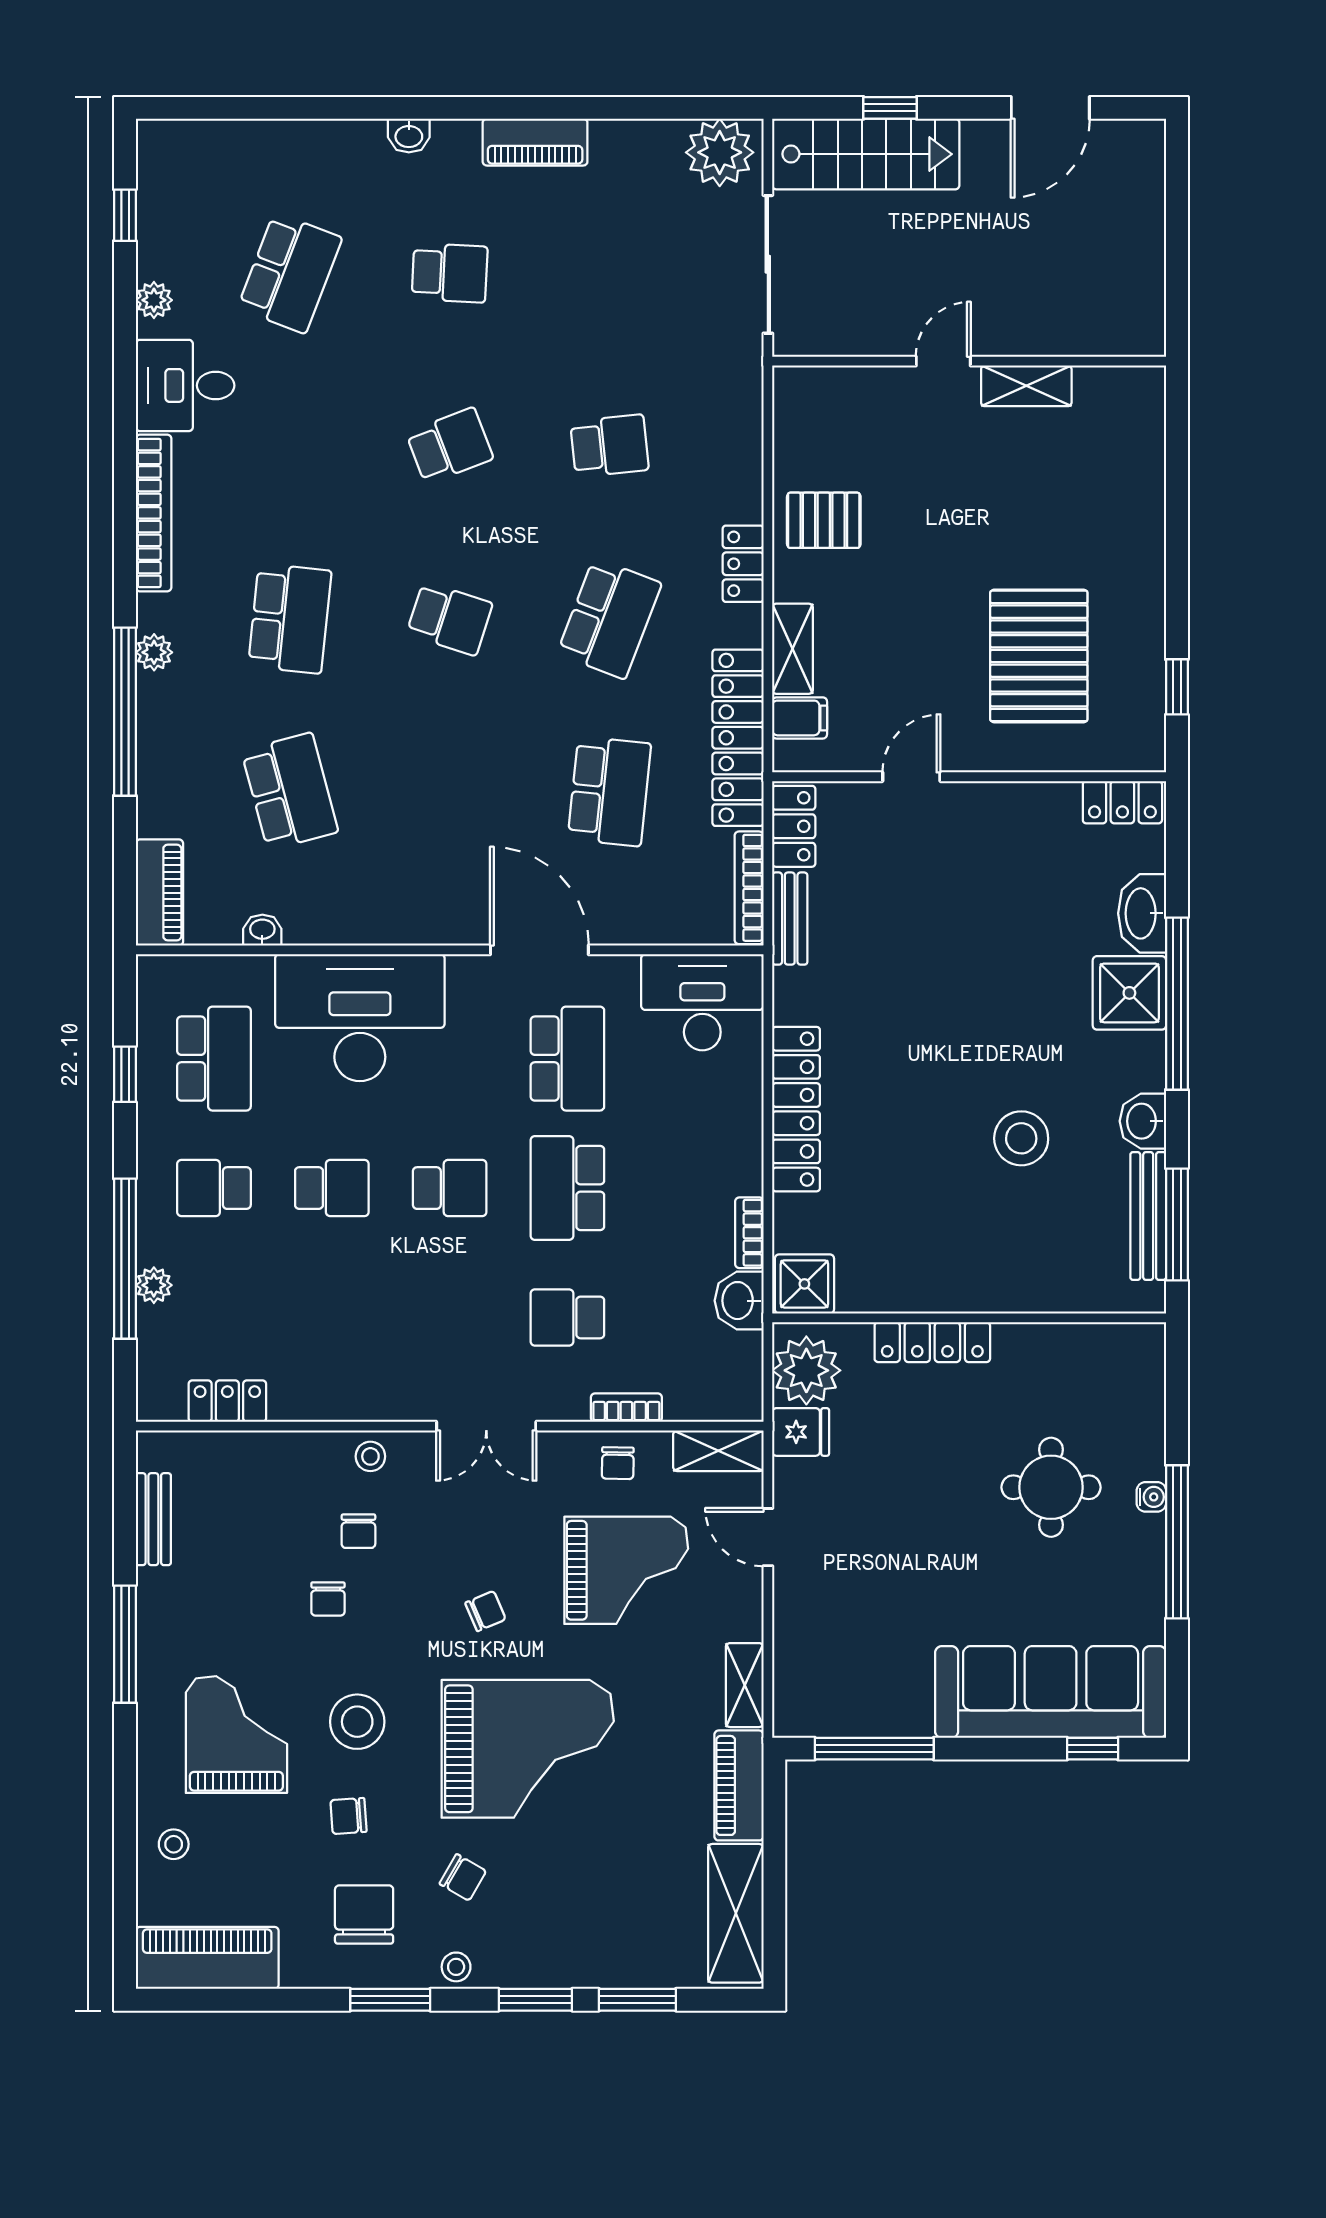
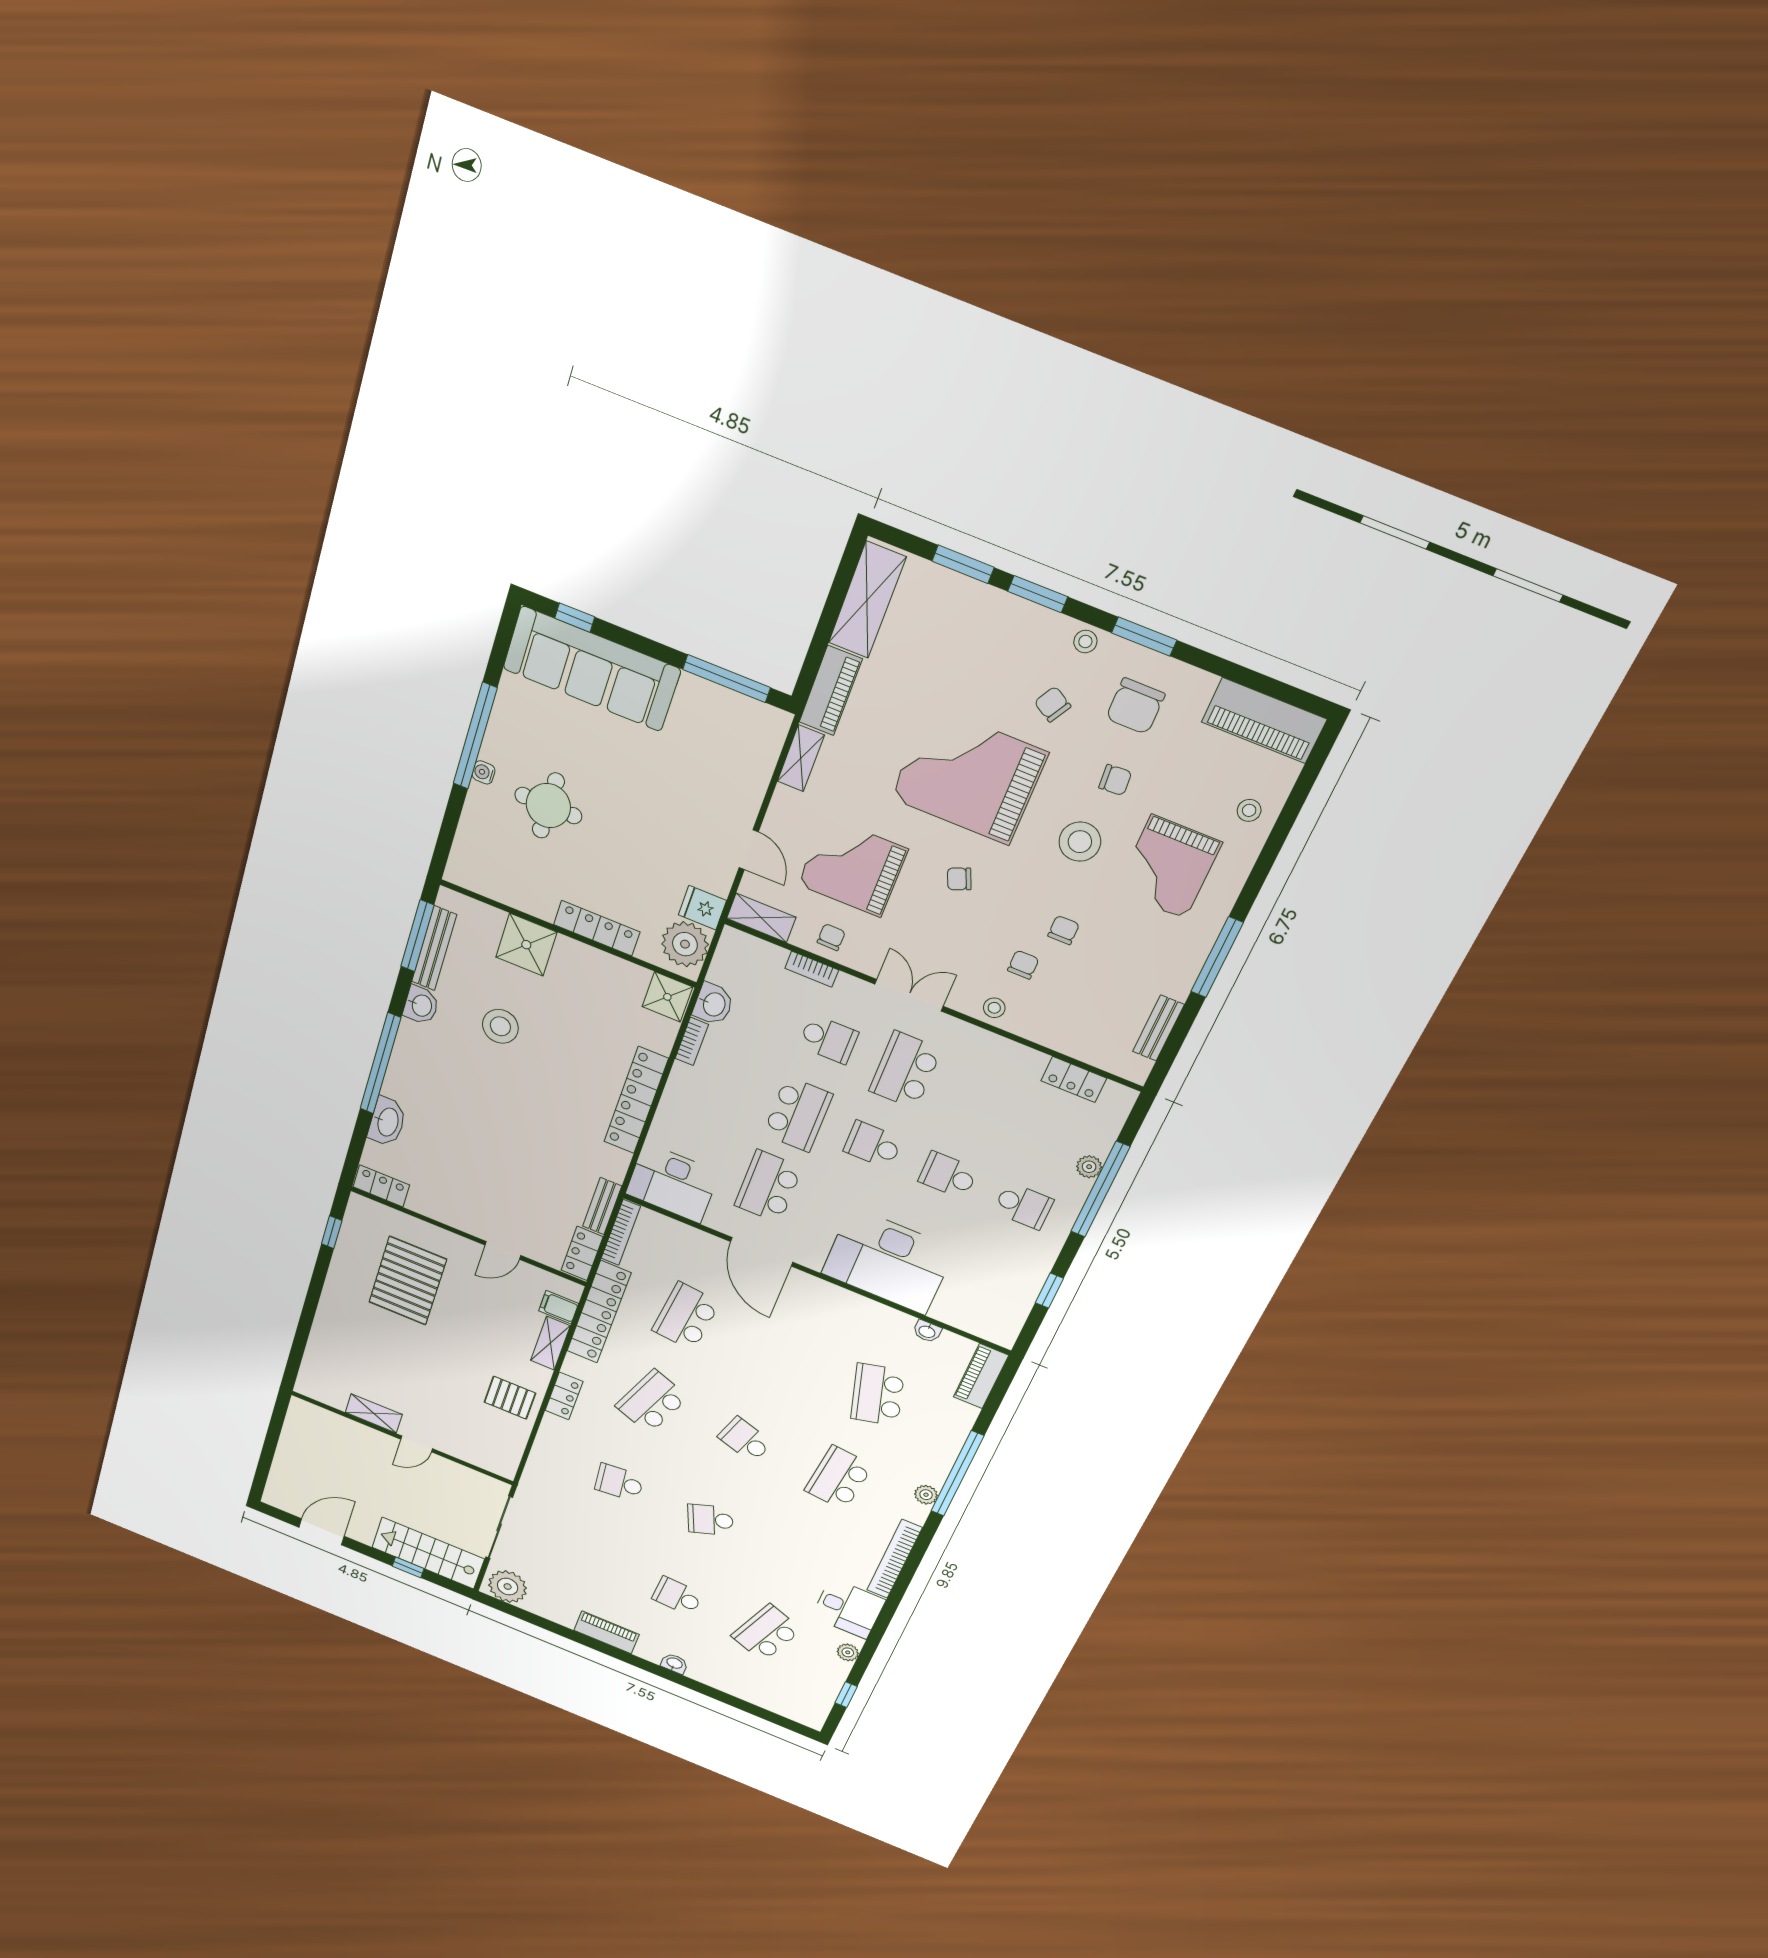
shower: (1129, 993) -> (526, 945), moved
school desk: (214, 1059) -> (905, 1070), moved

